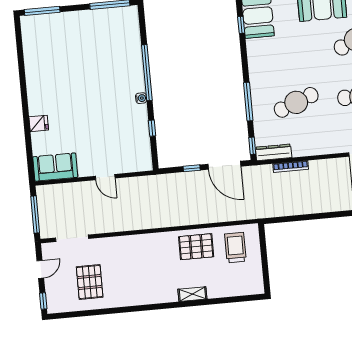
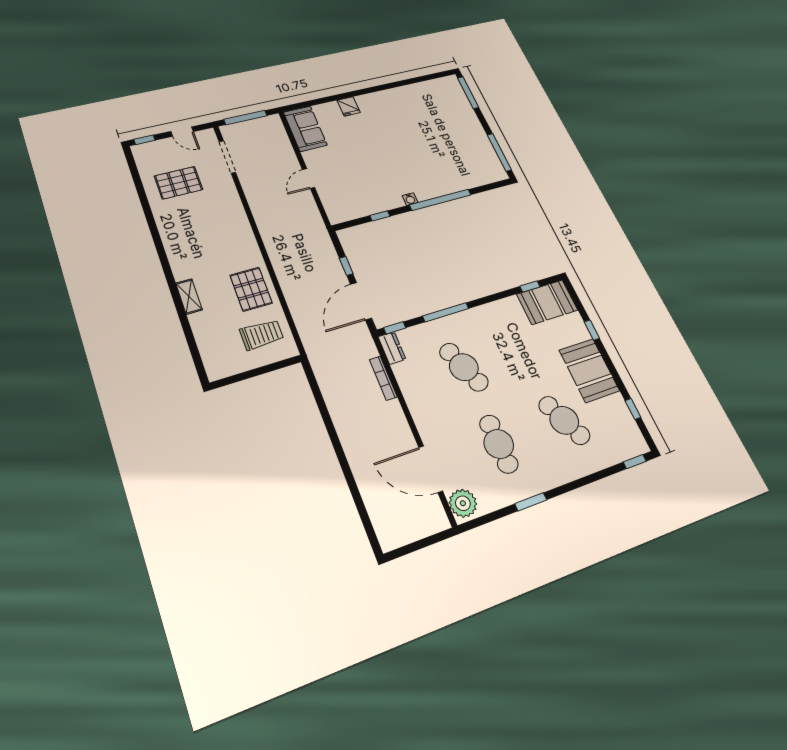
dresser: (274, 152) -> (392, 348), width x0.70

